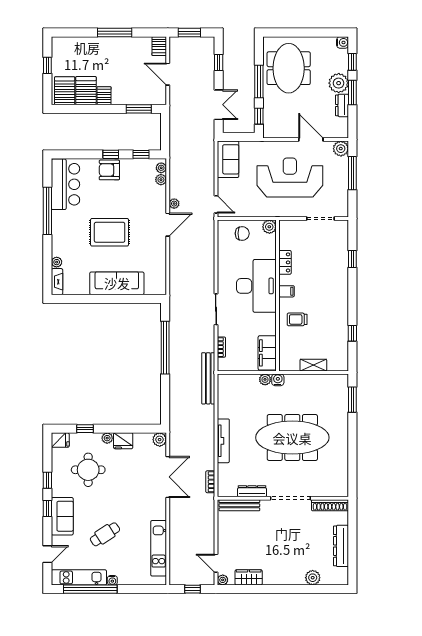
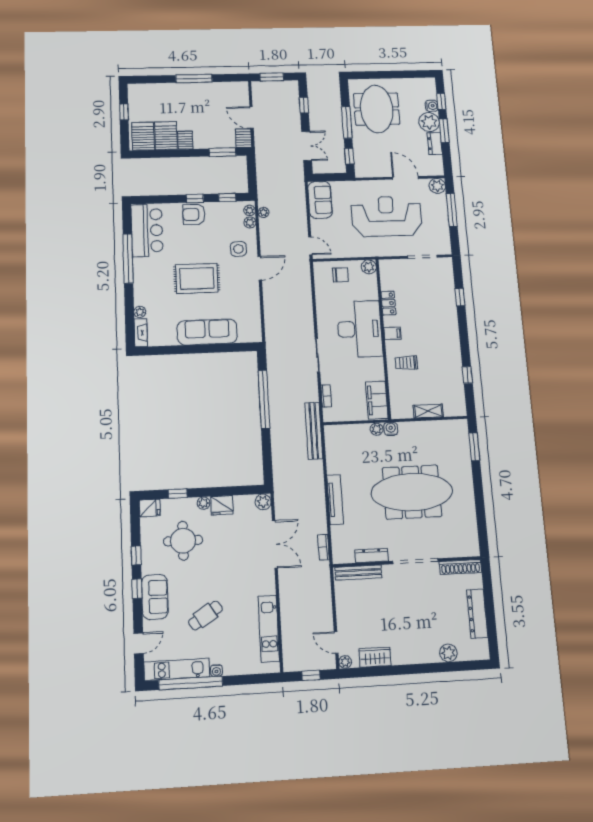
water cooler: (343, 42) -> (432, 106), moved
server rack: (159, 46) -> (244, 138), moved, turned 180
plant: (174, 204) -> (264, 212), moved
side table: (149, 205) -> (238, 249), added

